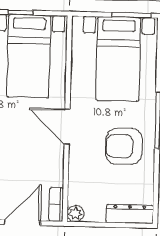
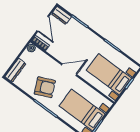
armchair: (124, 146) -> (45, 87), turned 66

